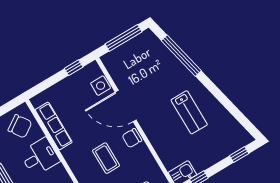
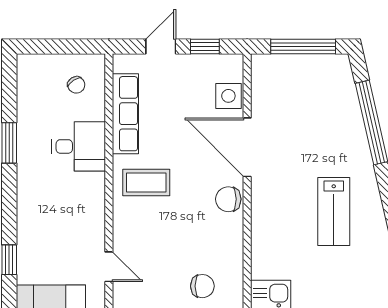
door: (51, 81) -> (161, 46), added
chair: (20, 126) -> (76, 85), width x0.54, depth x0.54
coffee table: (106, 158) -> (146, 183), moved, turned 90

